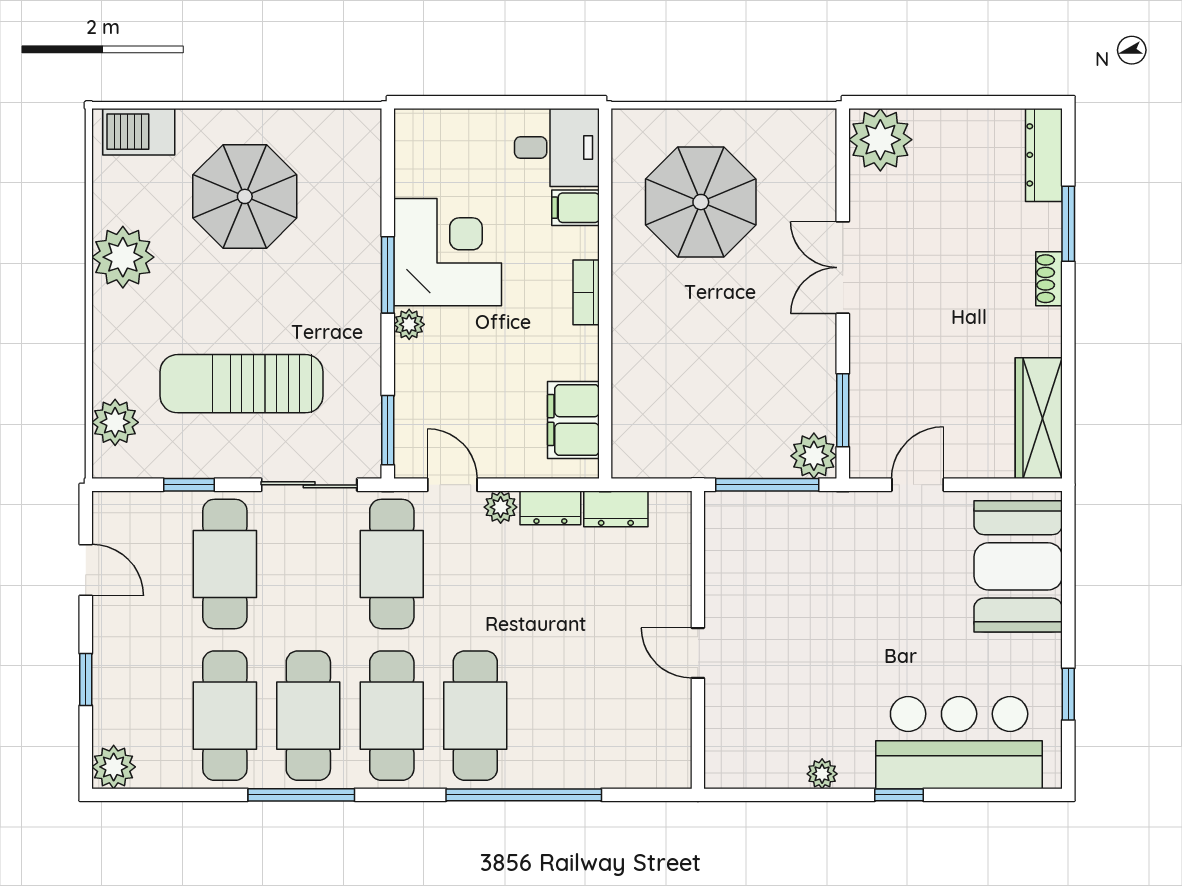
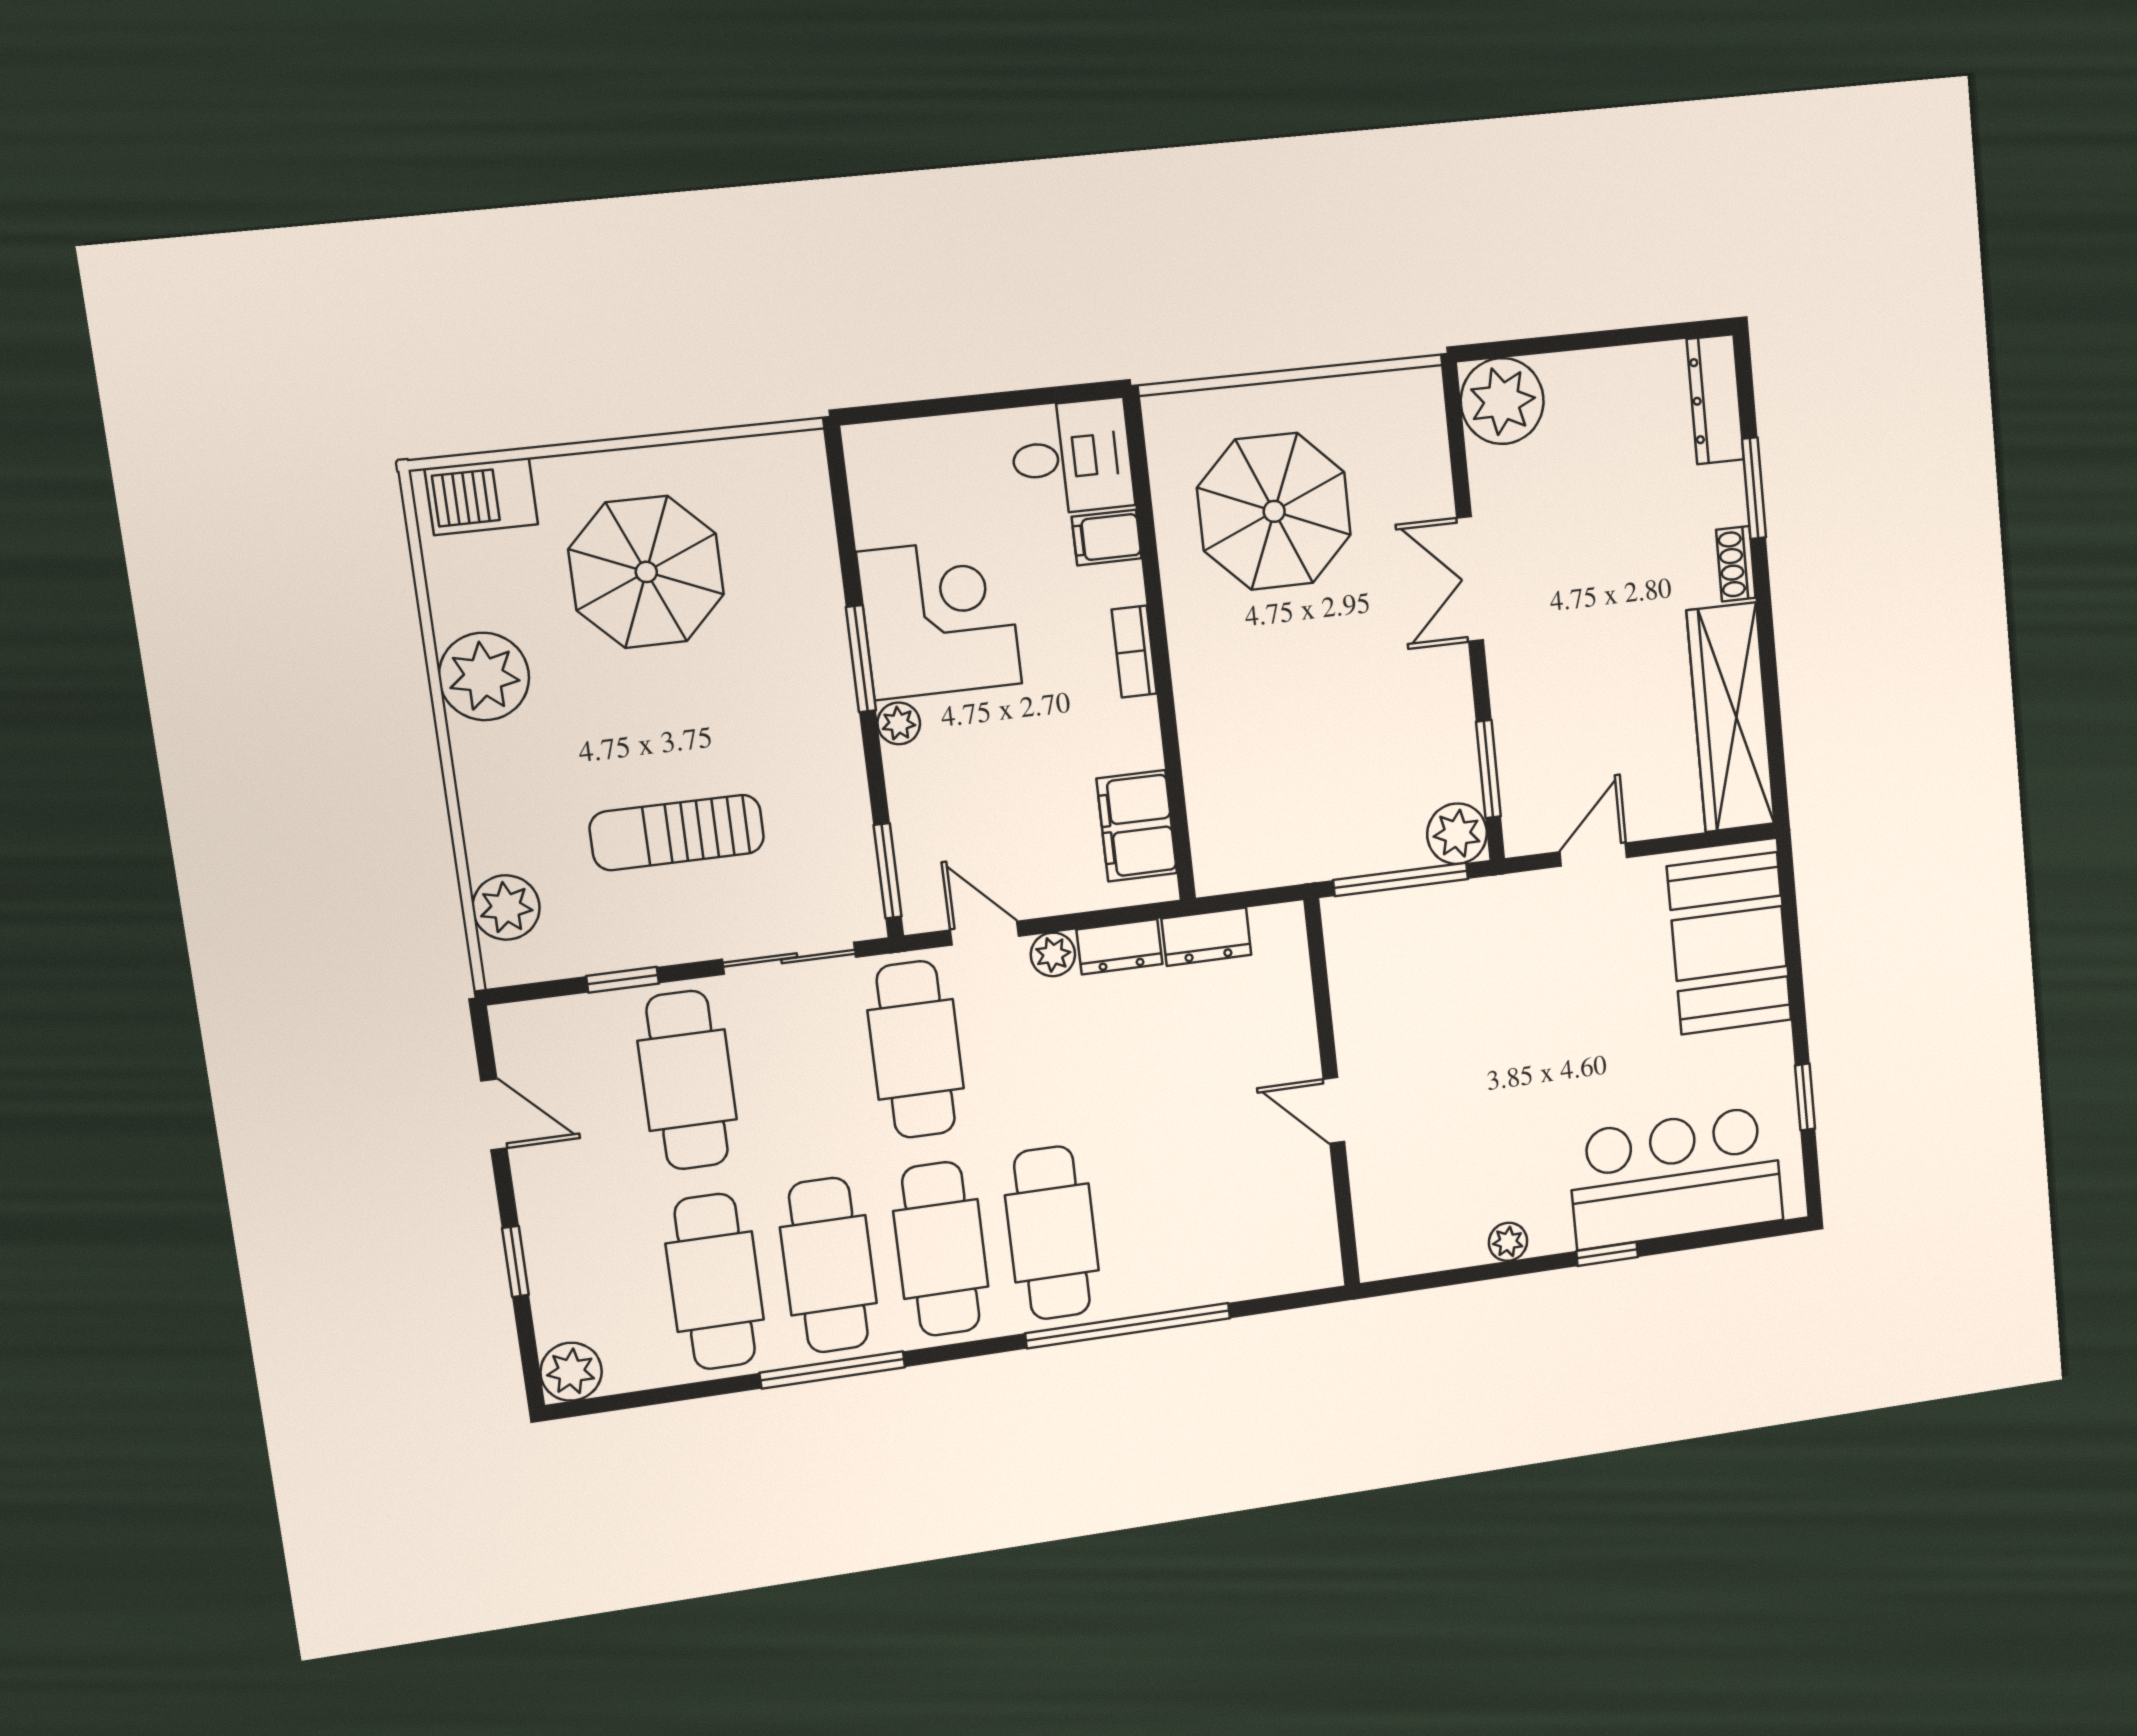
sun lounger: (241, 384) -> (677, 833), width x0.73, depth x0.75
wardrobe: (1039, 418) -> (1731, 718), width x1.40, depth x1.17

